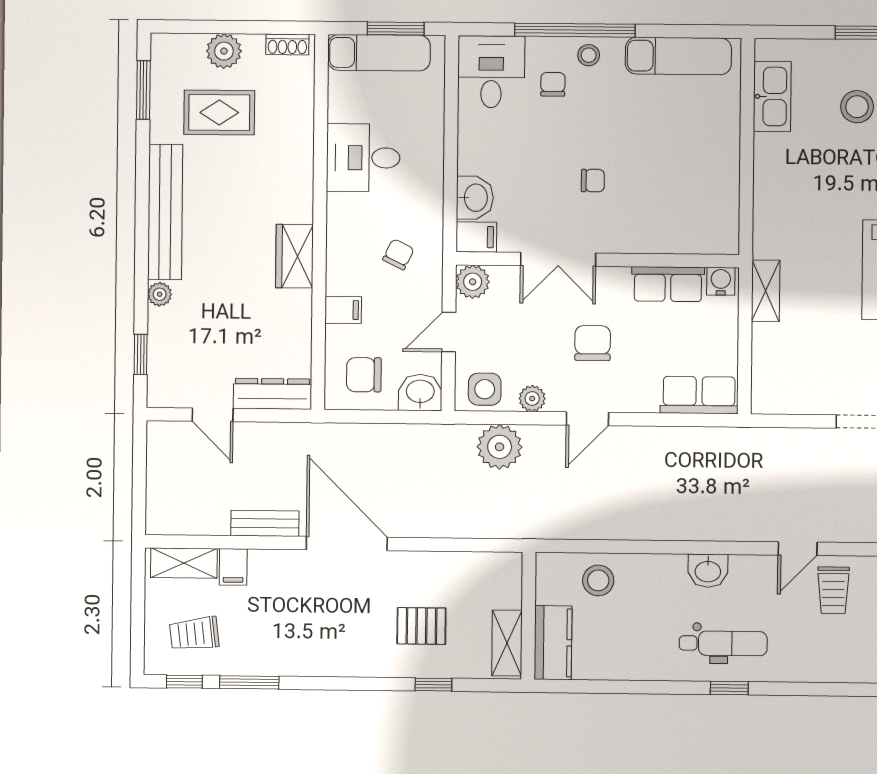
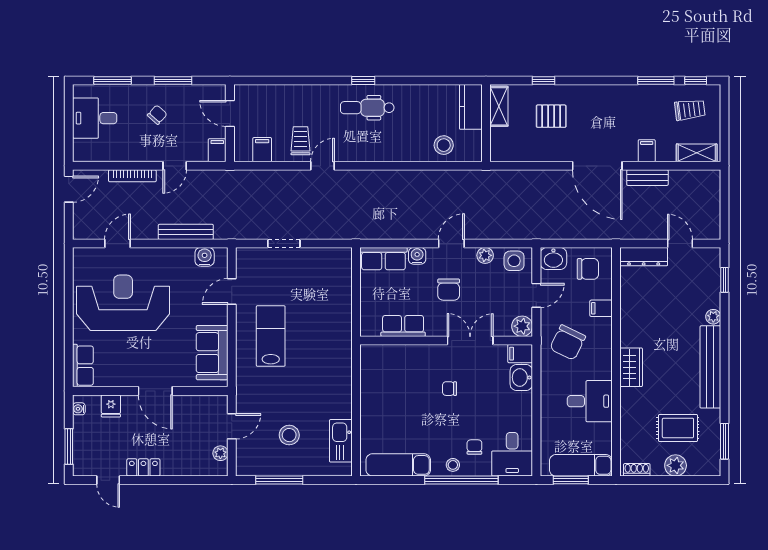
chair: (553, 84) -> (474, 447), turned 180
chair: (398, 254) -> (568, 342), width x1.87, depth x1.87
wardrobe: (294, 256) -> (631, 367), moved
water cooler: (721, 281) -> (417, 256), moved, turned 180
shelving: (766, 291) -> (344, 323), removed
plant: (500, 447) -> (505, 226), removed
filing cabinet: (233, 567) -> (647, 151), moved
washbasin: (708, 571) -> (377, 152), removed

